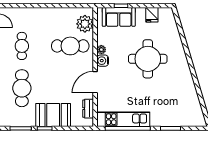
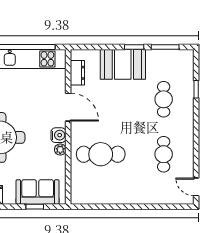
plant: (85, 24) -> (82, 183), removed
door: (95, 82) -> (68, 107), hinge flipped
cafe table: (22, 88) -> (164, 99), width x0.73, depth x0.74

